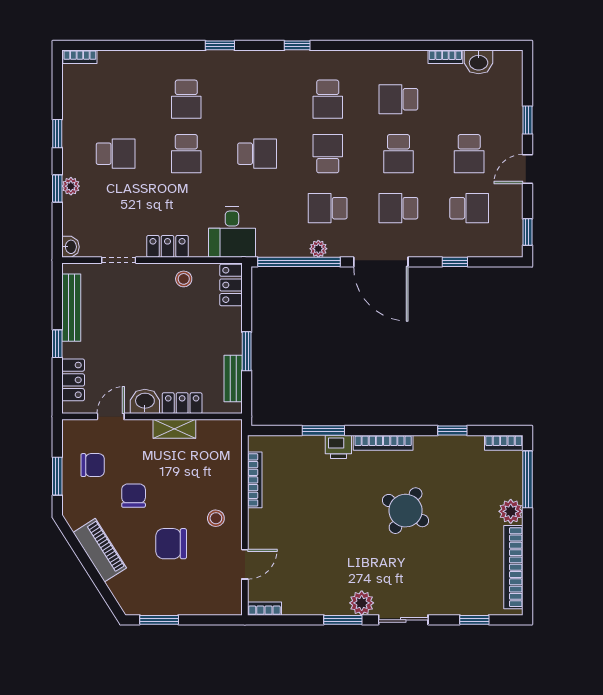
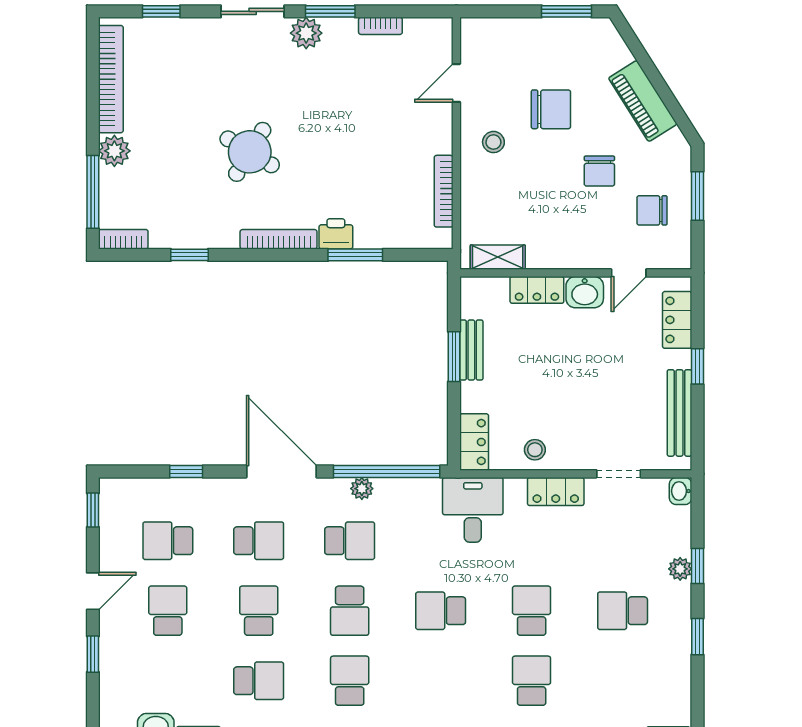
bench: (233, 379) -> (471, 350), moved
shelving: (174, 429) -> (498, 257), moved
bookcase: (264, 609) -> (380, 26), moved

